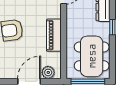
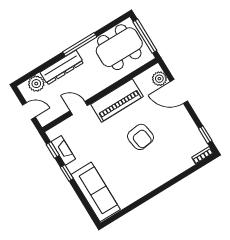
window: (112, 27) -> (80, 44), width x2.17
piano: (54, 35) -> (117, 100), width x1.37, depth x1.33

